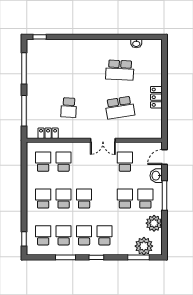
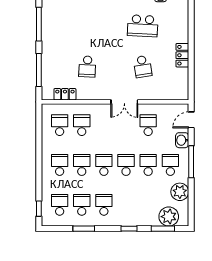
school desk: (120, 108) -> (143, 67), width x0.54
school desk: (104, 235) -> (126, 165), moved
window: (96, 257) -> (129, 229), moved

